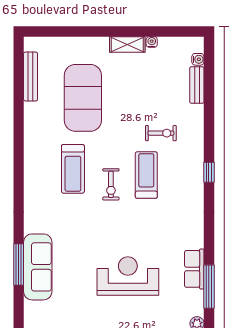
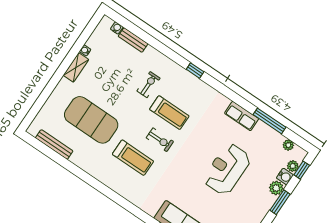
treadmill: (146, 175) -> (169, 113), turned 180
row of seats: (194, 269) -> (242, 116), moved

